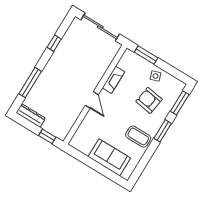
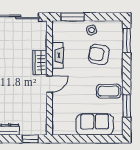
wardrobe: (95, 77) -> (40, 63), added
door: (92, 100) -> (49, 84), hinge flipped
window: (163, 131) -> (127, 106), moved

